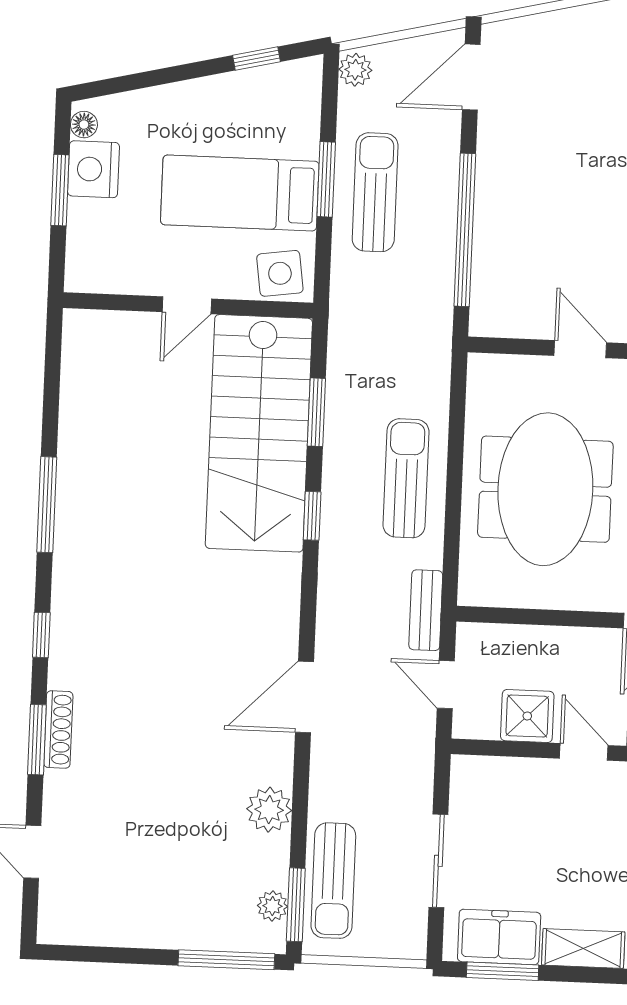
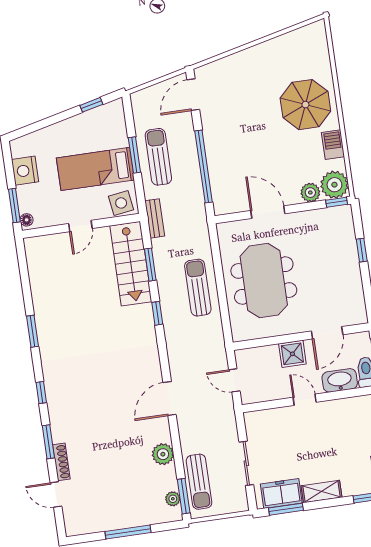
plant: (355, 70) -> (138, 101), removed
floor lamp: (84, 125) -> (27, 220), moved
window: (60, 190) -> (14, 205), moved
door: (580, 349) -> (268, 212), width x1.38
stairs: (259, 433) -> (131, 264), width x0.73, depth x0.66
window: (47, 505) -> (32, 331), width x0.69
bench: (426, 610) -> (155, 218), moved
shower: (527, 716) -> (292, 354), moved
shoe rack: (58, 729) -> (61, 462), moved
window: (226, 960) -> (128, 532), moved

